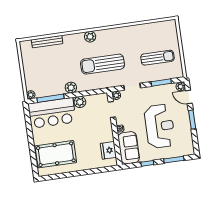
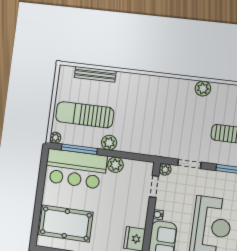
plant: (90, 37) -> (203, 89), moved
sun lounger: (103, 64) -> (85, 115), moved

